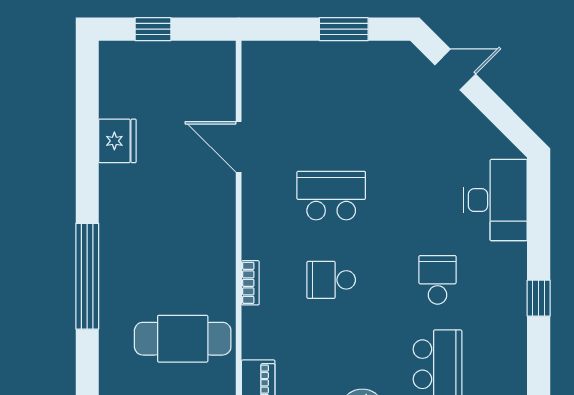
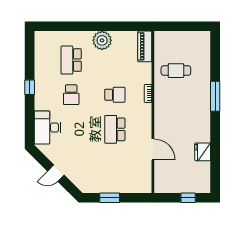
door: (455, 70) -> (56, 173), moved
school desk: (331, 196) -> (115, 129), turned 90
window: (87, 276) -> (215, 96), width x0.68
cafe table: (183, 339) -> (176, 71), width x0.73, depth x0.74

